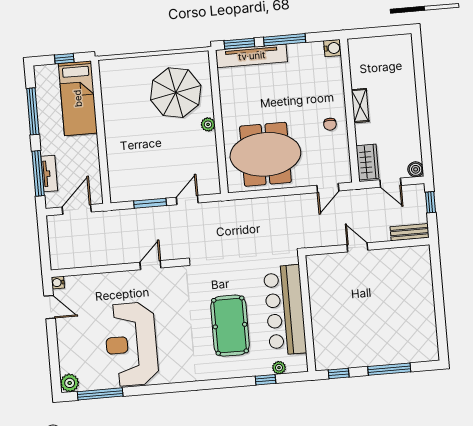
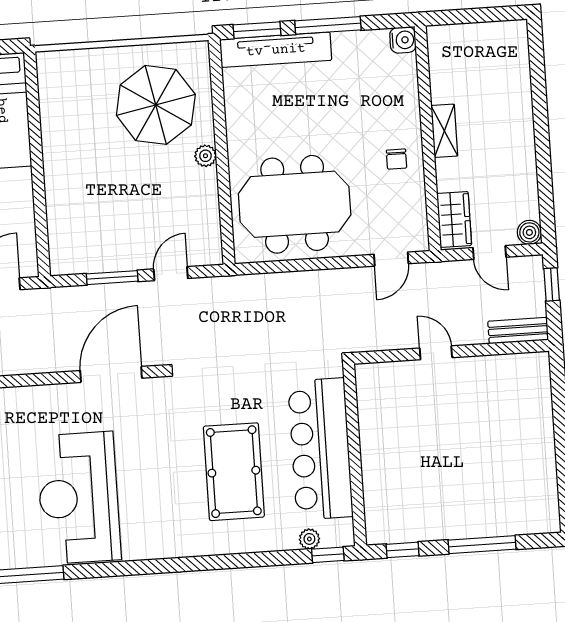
door: (150, 265) -> (111, 374), width x1.88
window: (265, 380) -> (328, 555), moved

